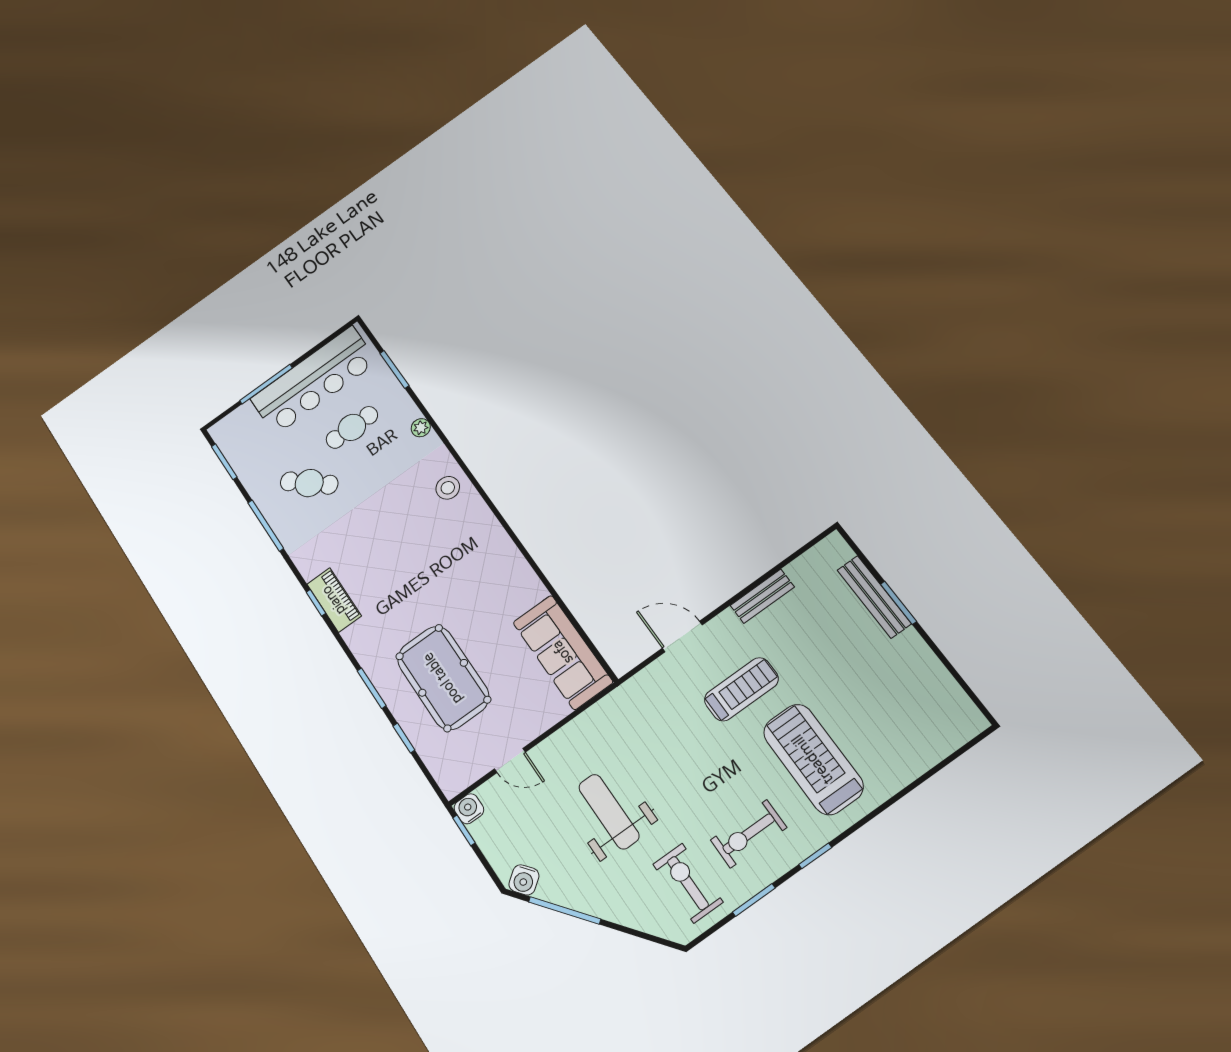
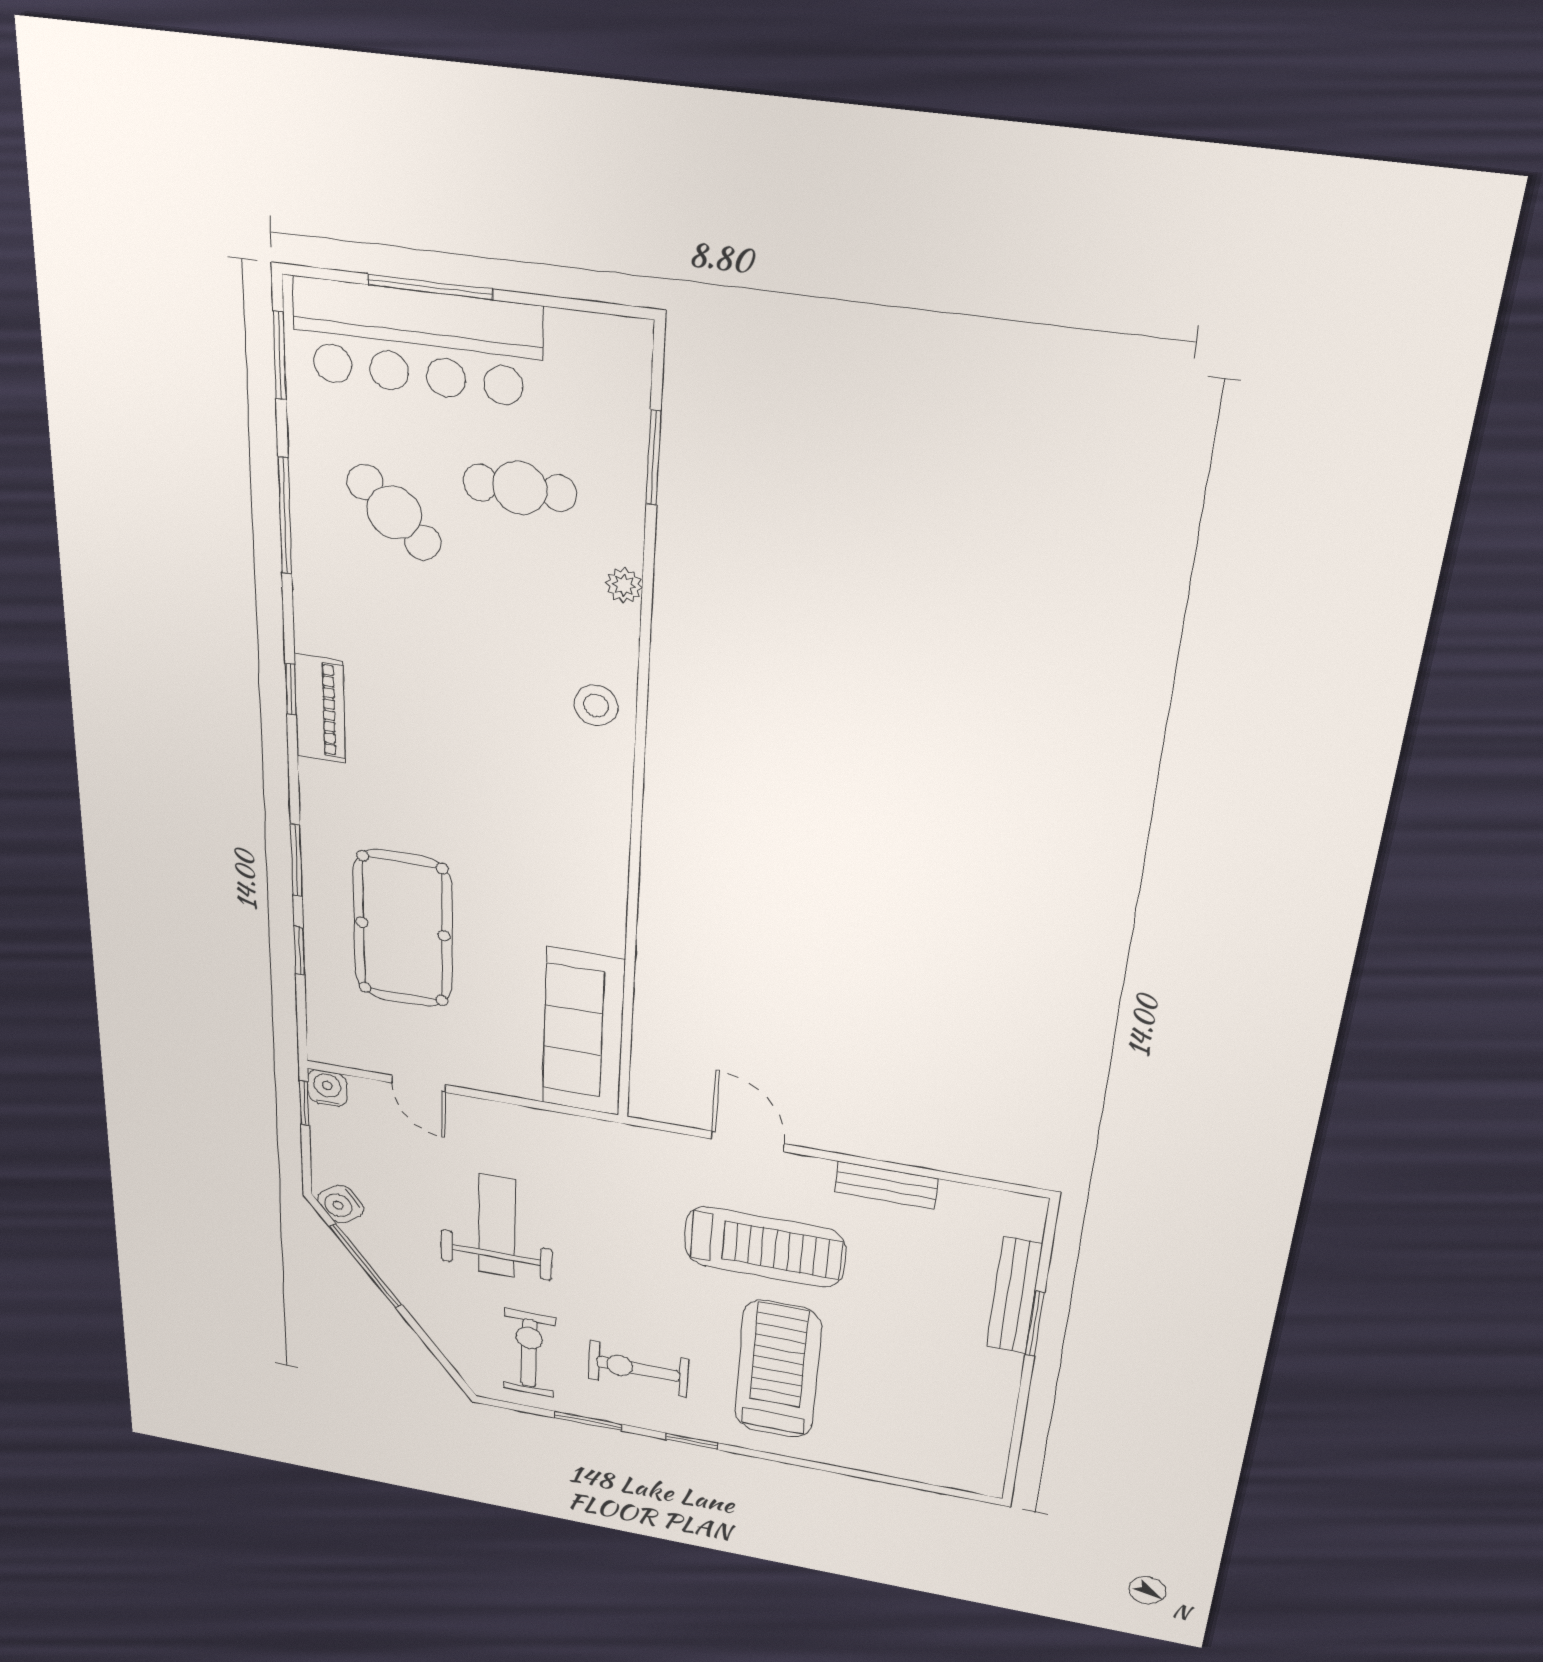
bar counter: (314, 380) -> (417, 342), moved
treadmill: (741, 689) -> (765, 1247), width x1.37, depth x1.38

